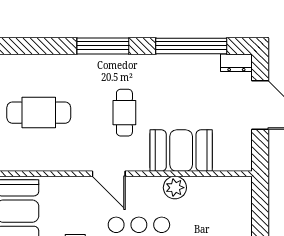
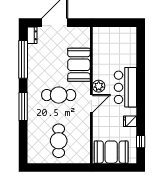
cafe table: (124, 113) -> (59, 95), width x1.37, depth x1.35
plant: (175, 188) -> (99, 86), moved

